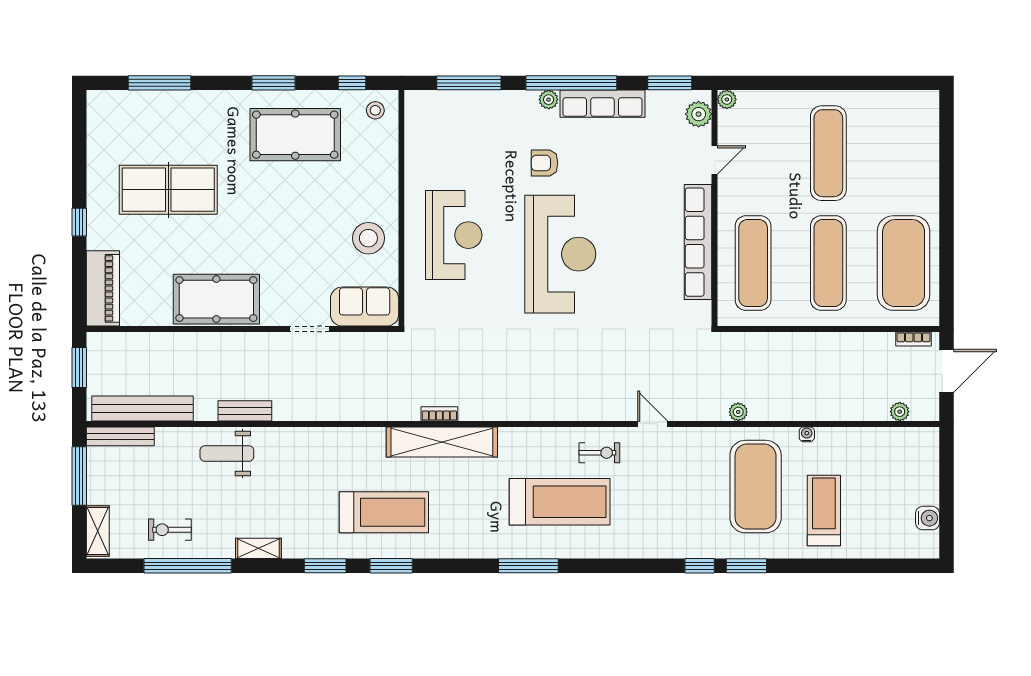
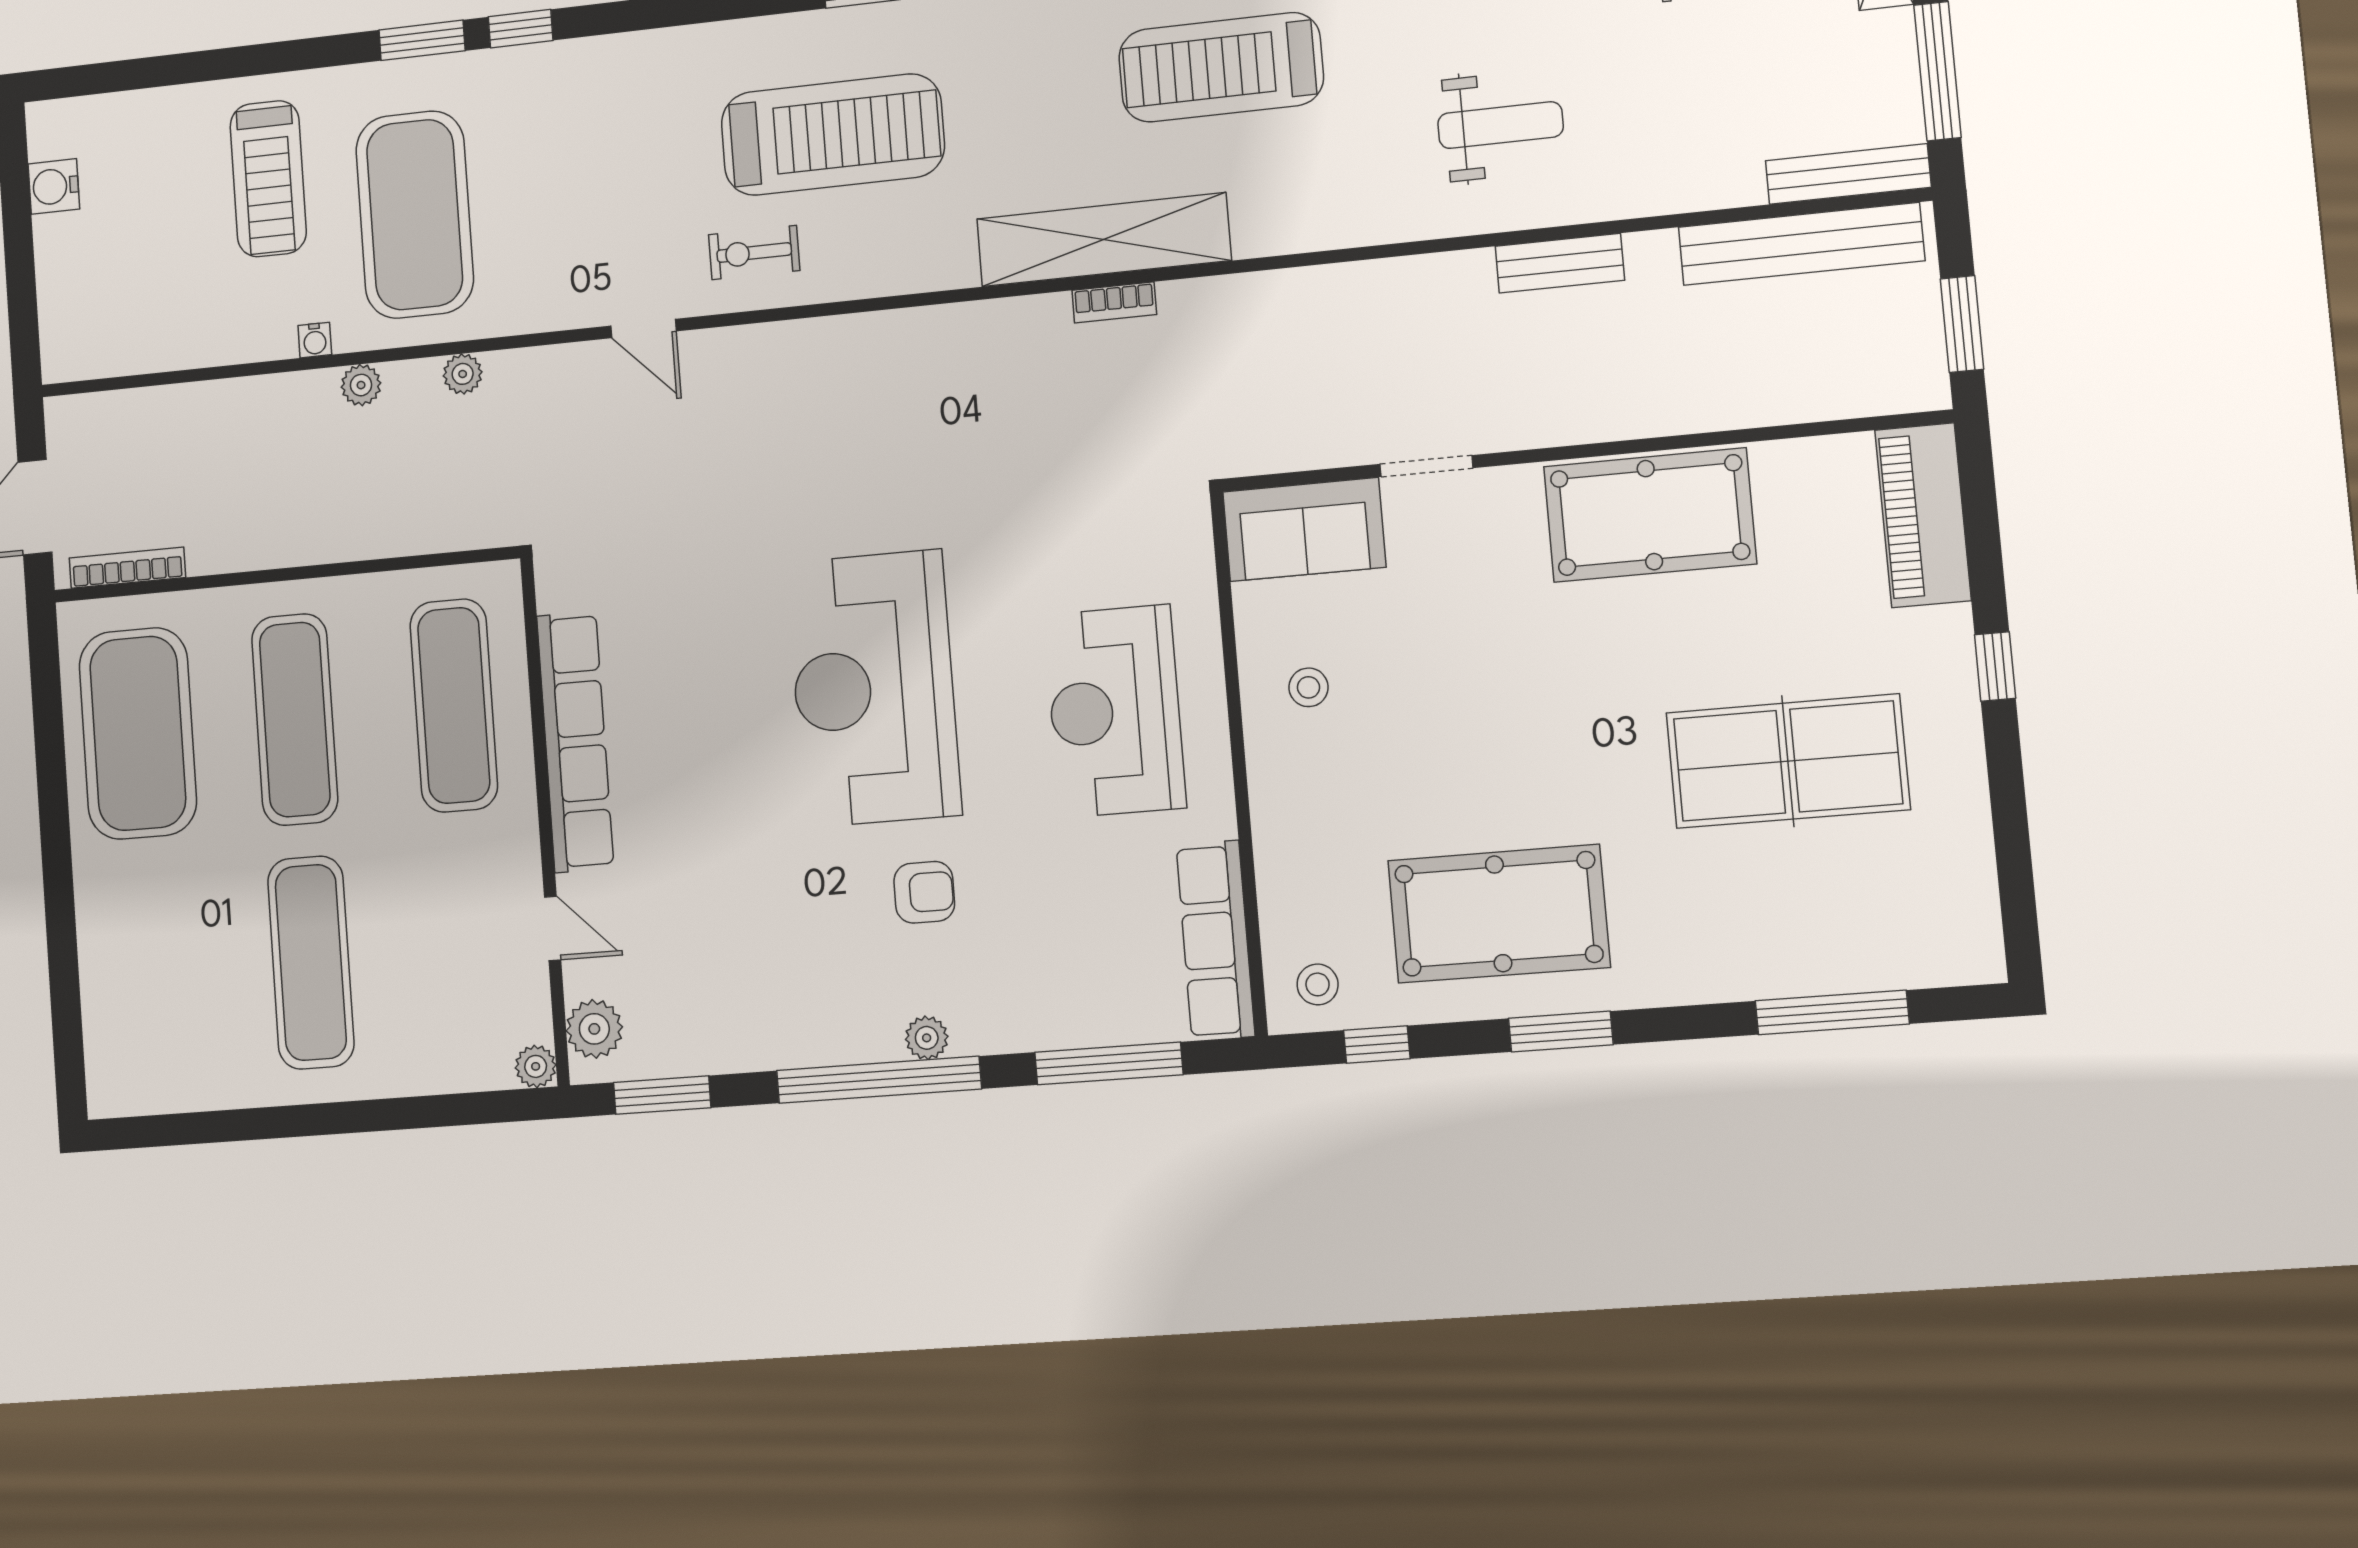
row of seats: (602, 104) -> (1215, 940), moved, turned -90
door: (714, 160) -> (553, 928), swing flipped
stool: (368, 238) -> (1308, 687), width x0.53, depth x0.53
bookcase: (914, 339) -> (127, 568), width x1.56
plant: (900, 412) -> (361, 385), moved
weight bench: (227, 454) -> (1500, 125), moved
treadmill: (560, 502) -> (833, 135), turned 180

